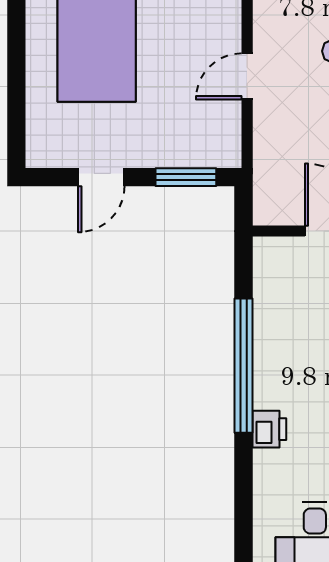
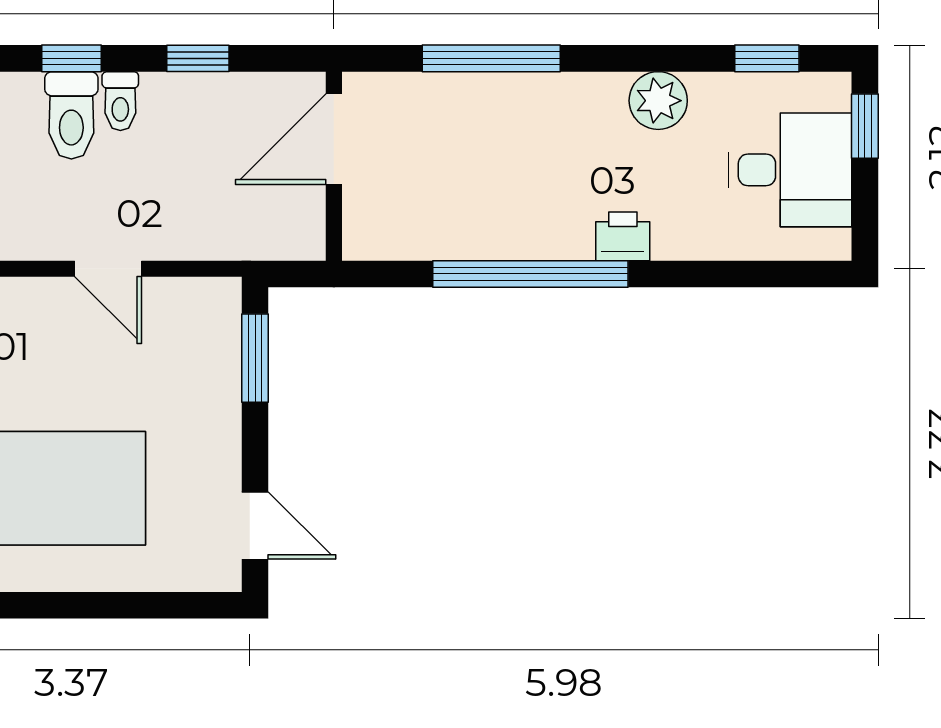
door: (101, 177) -> (255, 526), moved

